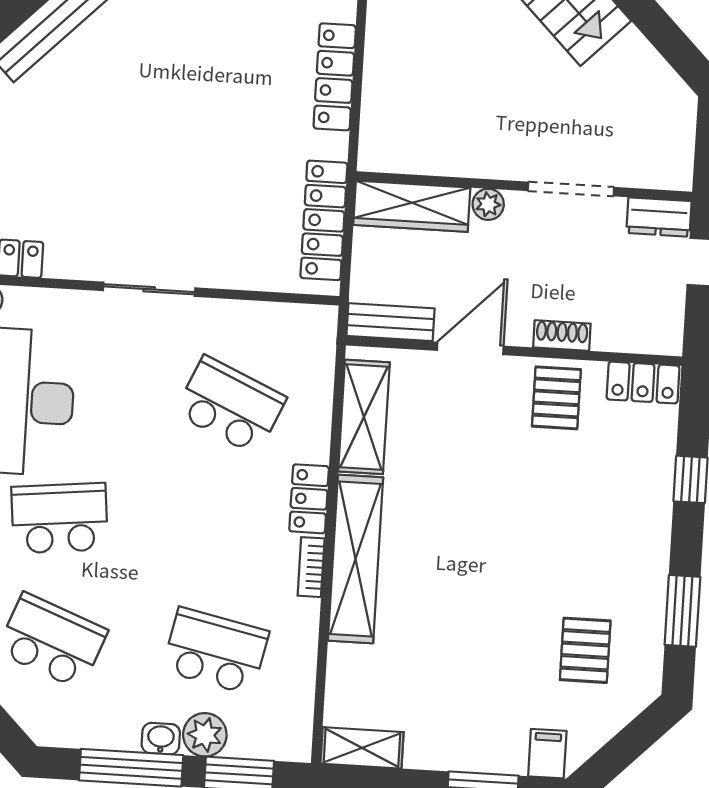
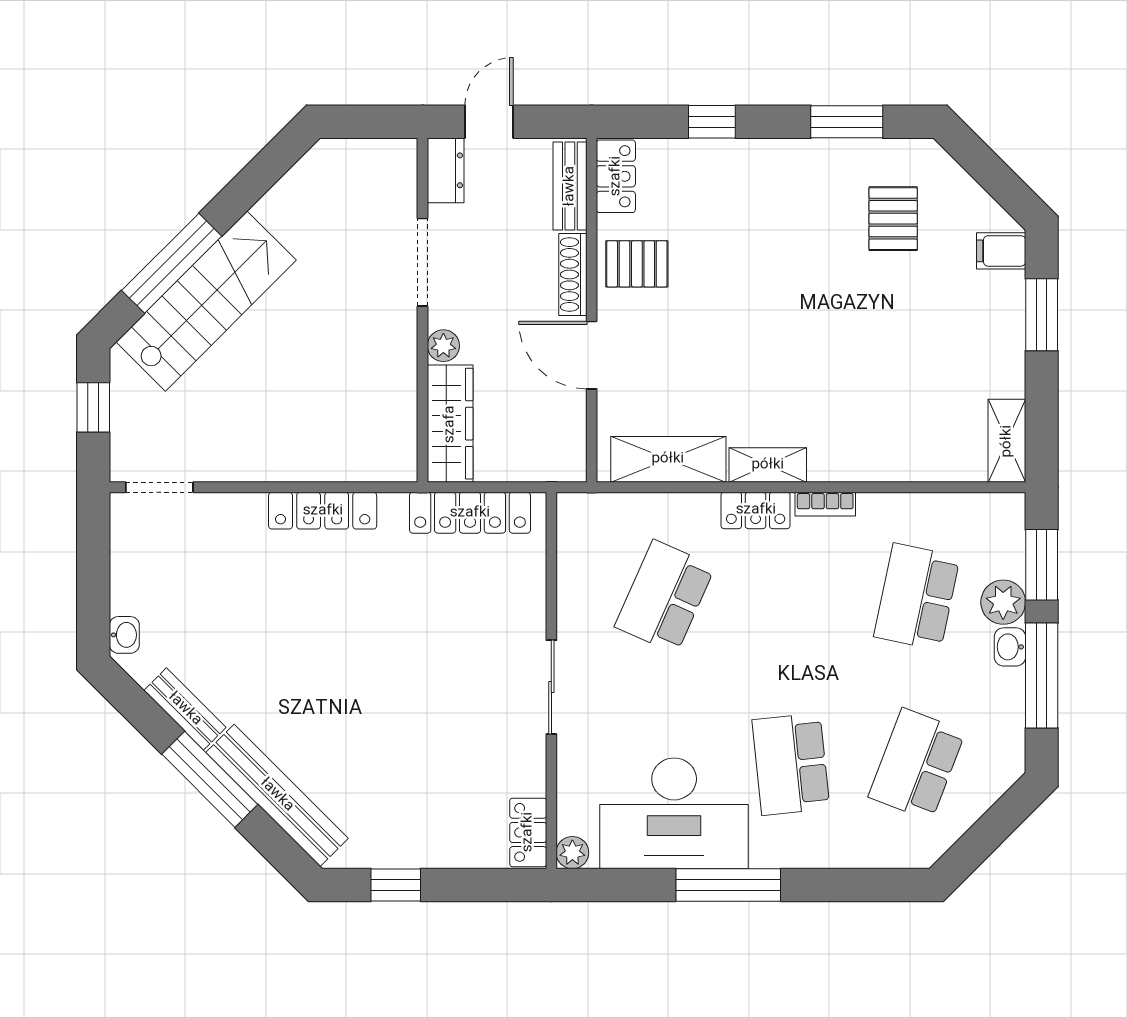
bench: (391, 322) -> (570, 186), moved
shoe rack: (562, 336) -> (573, 275), width x1.43
shelving: (355, 559) -> (768, 465), width x0.45, depth x0.75
pallet: (585, 650) -> (893, 219), turned 90

